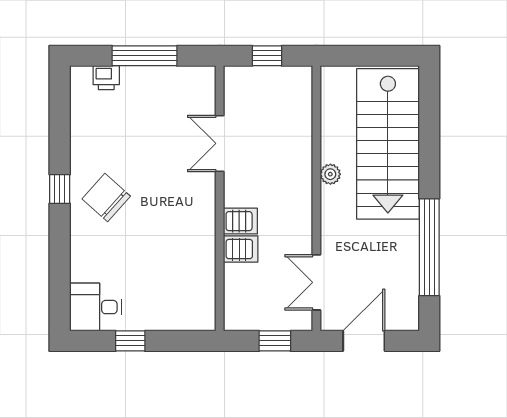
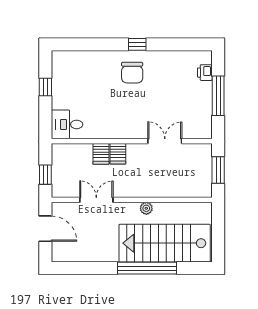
window: (267, 56) -> (218, 170), width x1.50
chair: (106, 197) -> (132, 73), turned 138
window: (429, 247) -> (147, 268), moved
double door: (316, 282) -> (96, 200), moved
desk: (95, 307) -> (67, 124), moved, turned -90

